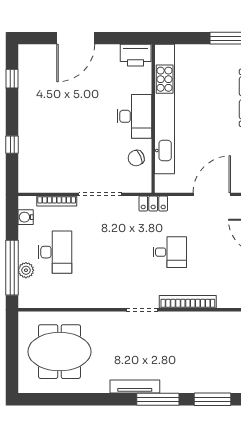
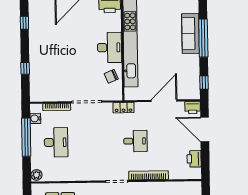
window: (12, 268) -> (26, 137), moved
plant: (26, 270) -> (36, 175), moved

